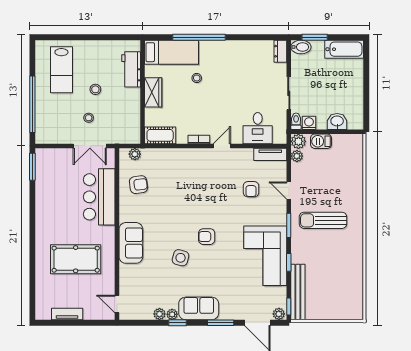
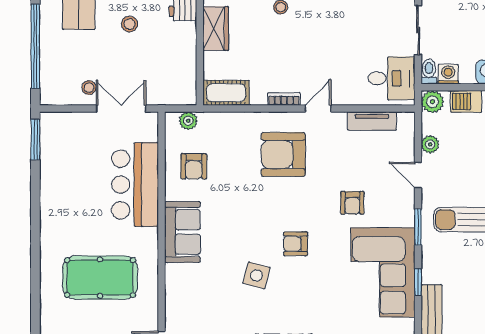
stool: (89, 118) -> (89, 88), moved
desk: (258, 128) -> (391, 78), moved, turned -90
double door: (90, 146) -> (121, 108), swing flipped
tv unit: (270, 154) -> (372, 121), moved
plant: (297, 156) -> (430, 144), moved
armchair: (198, 177) -> (283, 154), added
armchair: (138, 185) -> (194, 166), turned 98
armchair: (251, 189) -> (352, 203), moved
sofa: (131, 243) -> (182, 232), moved

